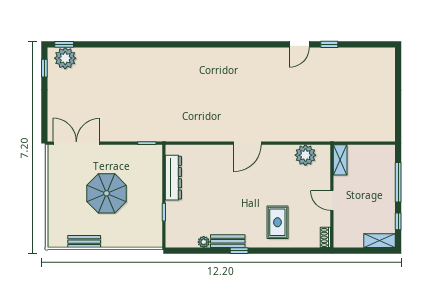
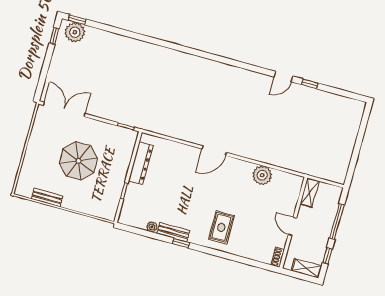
shelving: (340, 160) -> (310, 193), moved
wall: (332, 196) -> (293, 223), moved
door: (332, 200) -> (292, 226), moved
shoe rack: (325, 237) -> (278, 257), moved

